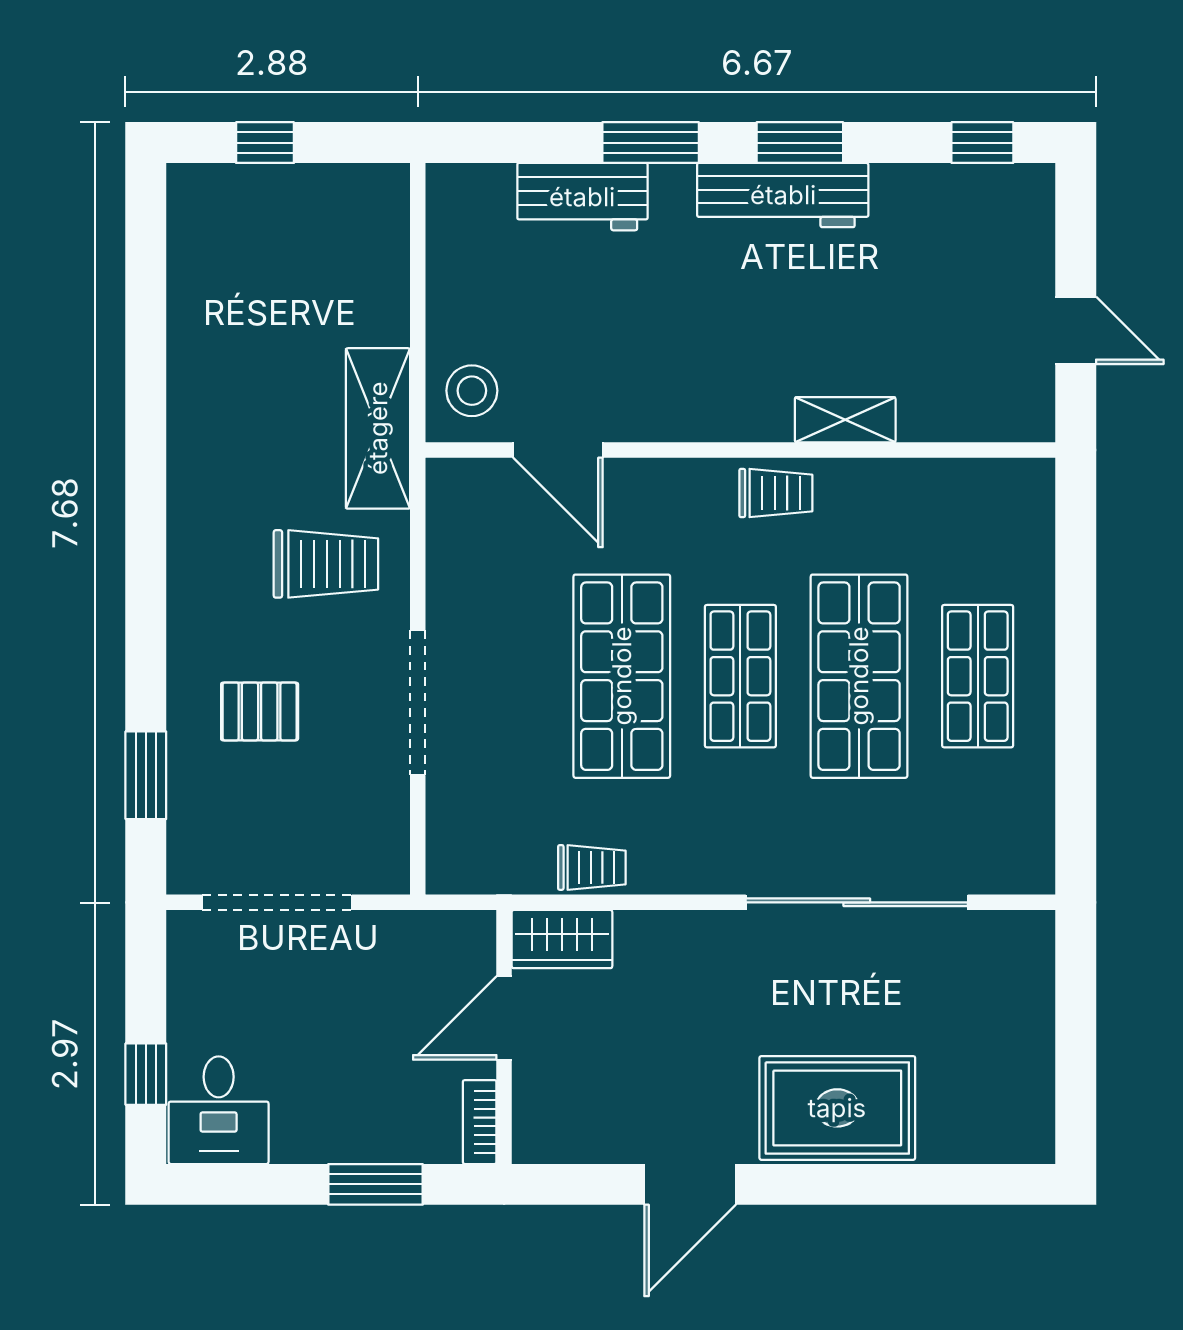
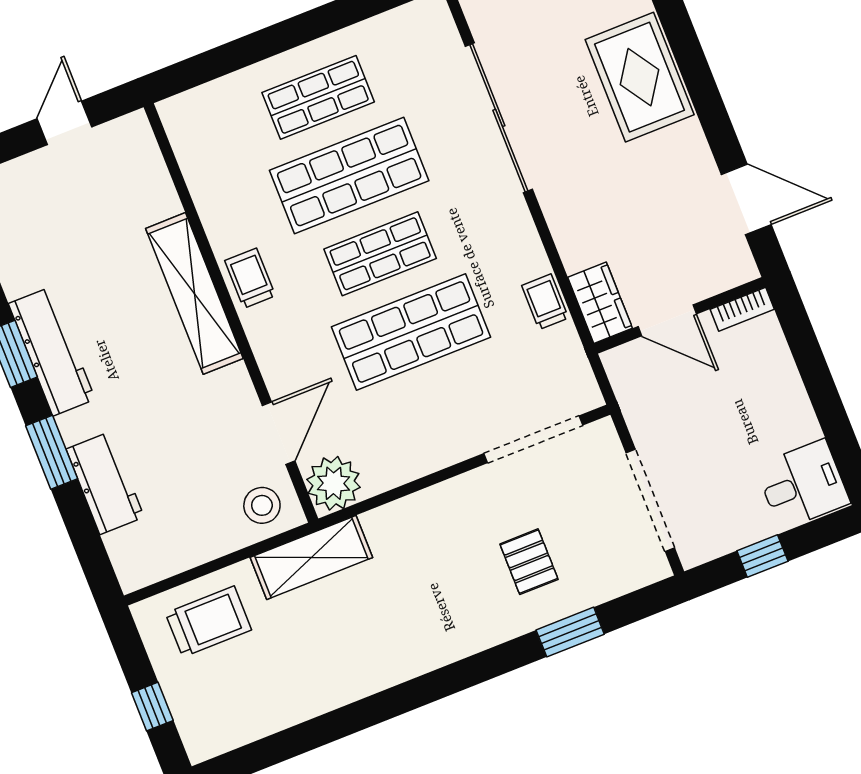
shelving: (845, 420) -> (194, 293), width x2.20, depth x1.33
plant: (464, 496) -> (334, 483), added
trolley: (326, 564) -> (208, 621), moved, turned 90
doorway: (418, 703) -> (533, 439), moved
window: (146, 775) -> (570, 632), moved
window: (146, 1074) -> (762, 556), moved
window: (375, 1184) -> (811, 362), removed
door: (690, 1184) -> (746, 199), moved

